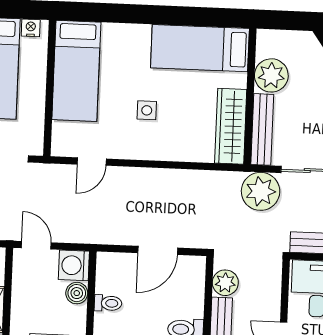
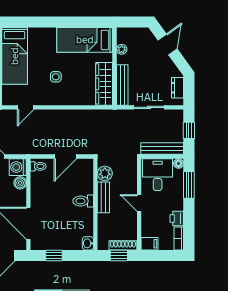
plant: (271, 75) -> (122, 49), width x0.53, depth x0.53
plant: (261, 191) -> (123, 120), removed
toilet: (108, 303) -> (38, 166), moved

